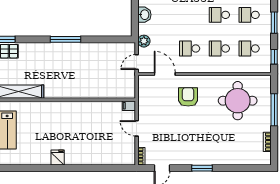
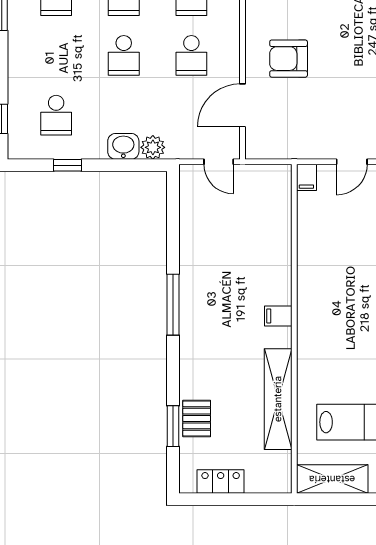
school desk: (190, 15) -> (124, 55), added
plant: (144, 41) -> (153, 147), moved
filing cabinet: (60, 92) -> (278, 316), added

